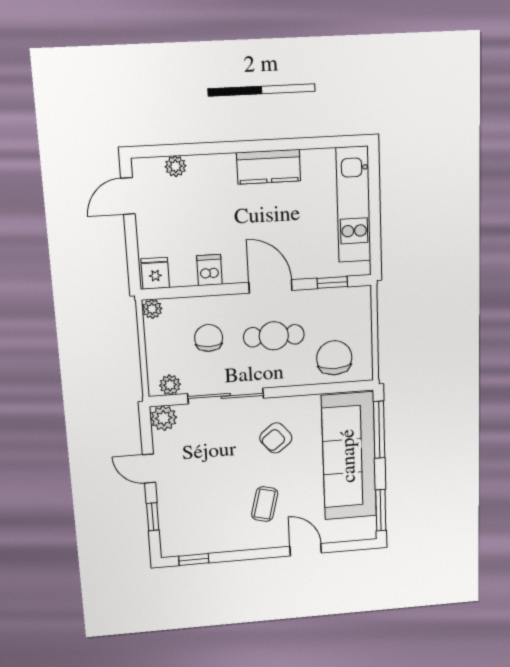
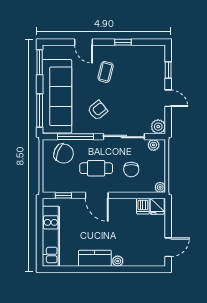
plant: (175, 166) -> (118, 261), moved
dishwasher: (210, 270) -> (143, 206), moved
chair: (334, 358) -> (64, 154), turned -67
window: (314, 389) -> (75, 137), added
window: (194, 560) -> (123, 42), moved

